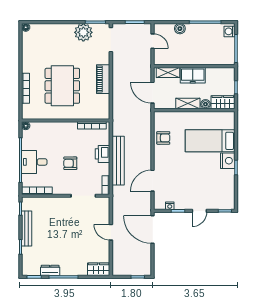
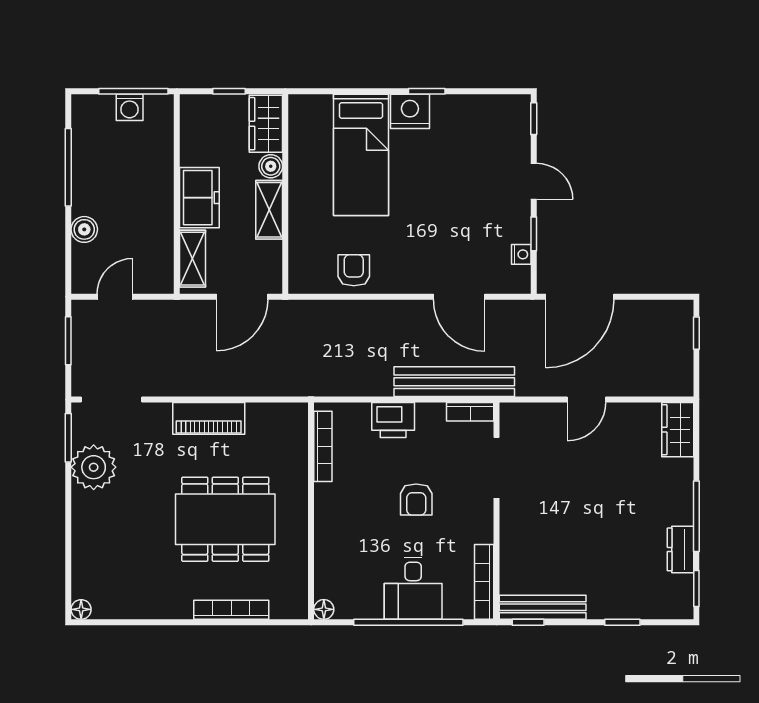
washing machine: (229, 31) -> (130, 107), moved
bench: (118, 161) -> (454, 382), moved
bench: (27, 228) -> (543, 607), moved

